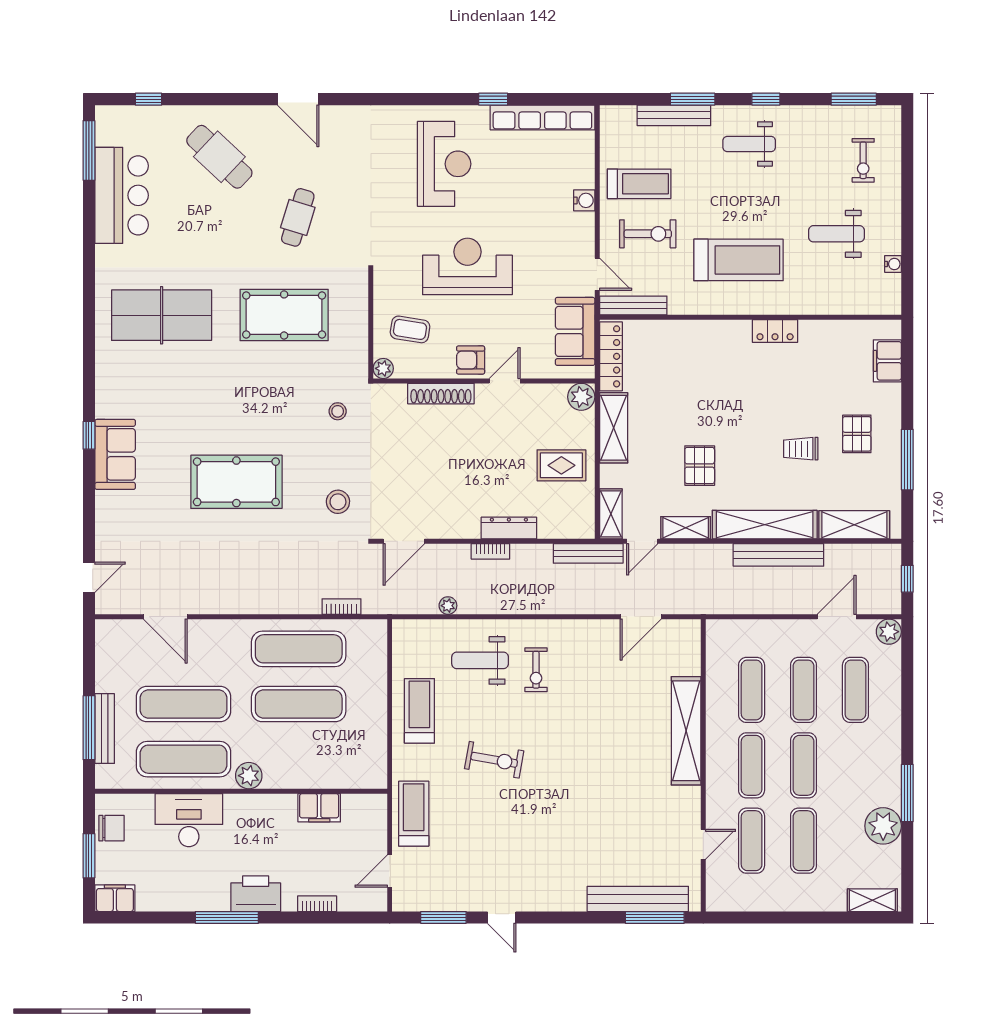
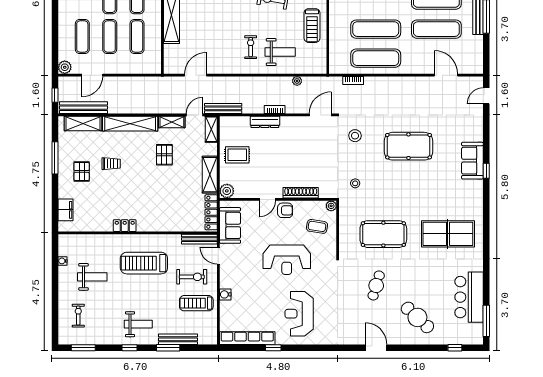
exercise bike: (648, 234) -> (192, 277), turned 180
bench: (778, 555) -> (83, 108), moved

